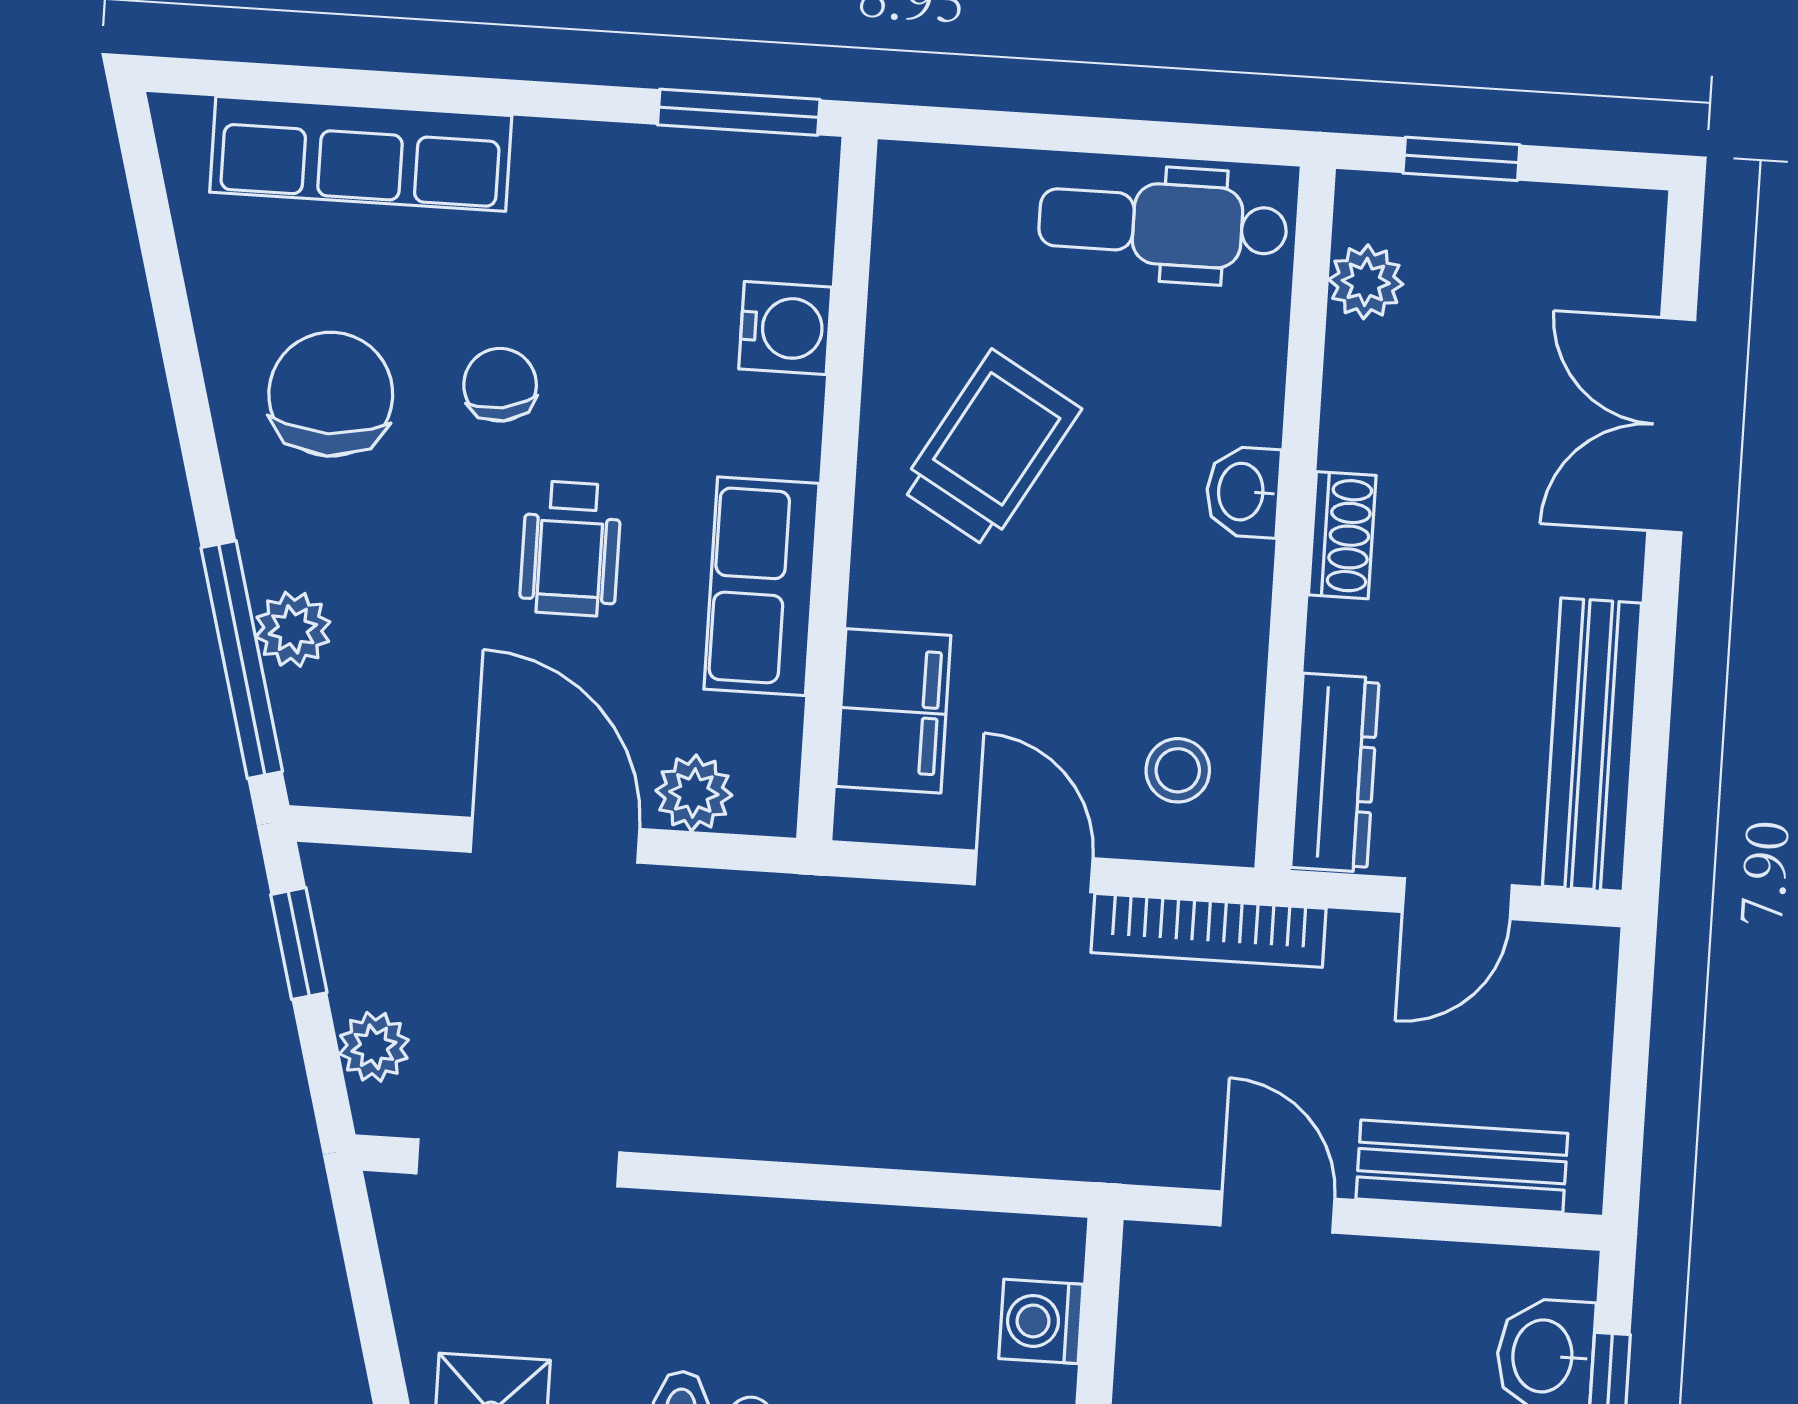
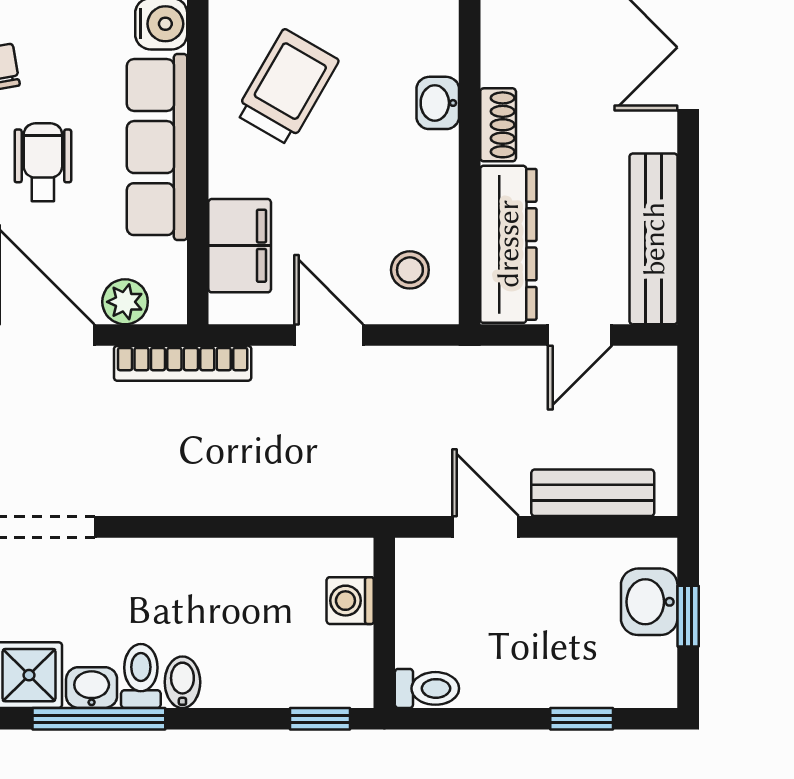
wheelchair: (571, 548) -> (43, 162), turned 180
row of seats: (761, 586) -> (157, 147), width x1.48
dresser: (1335, 773) -> (508, 244), width x1.37, depth x1.24
bookcase: (1209, 930) -> (183, 363), moved

